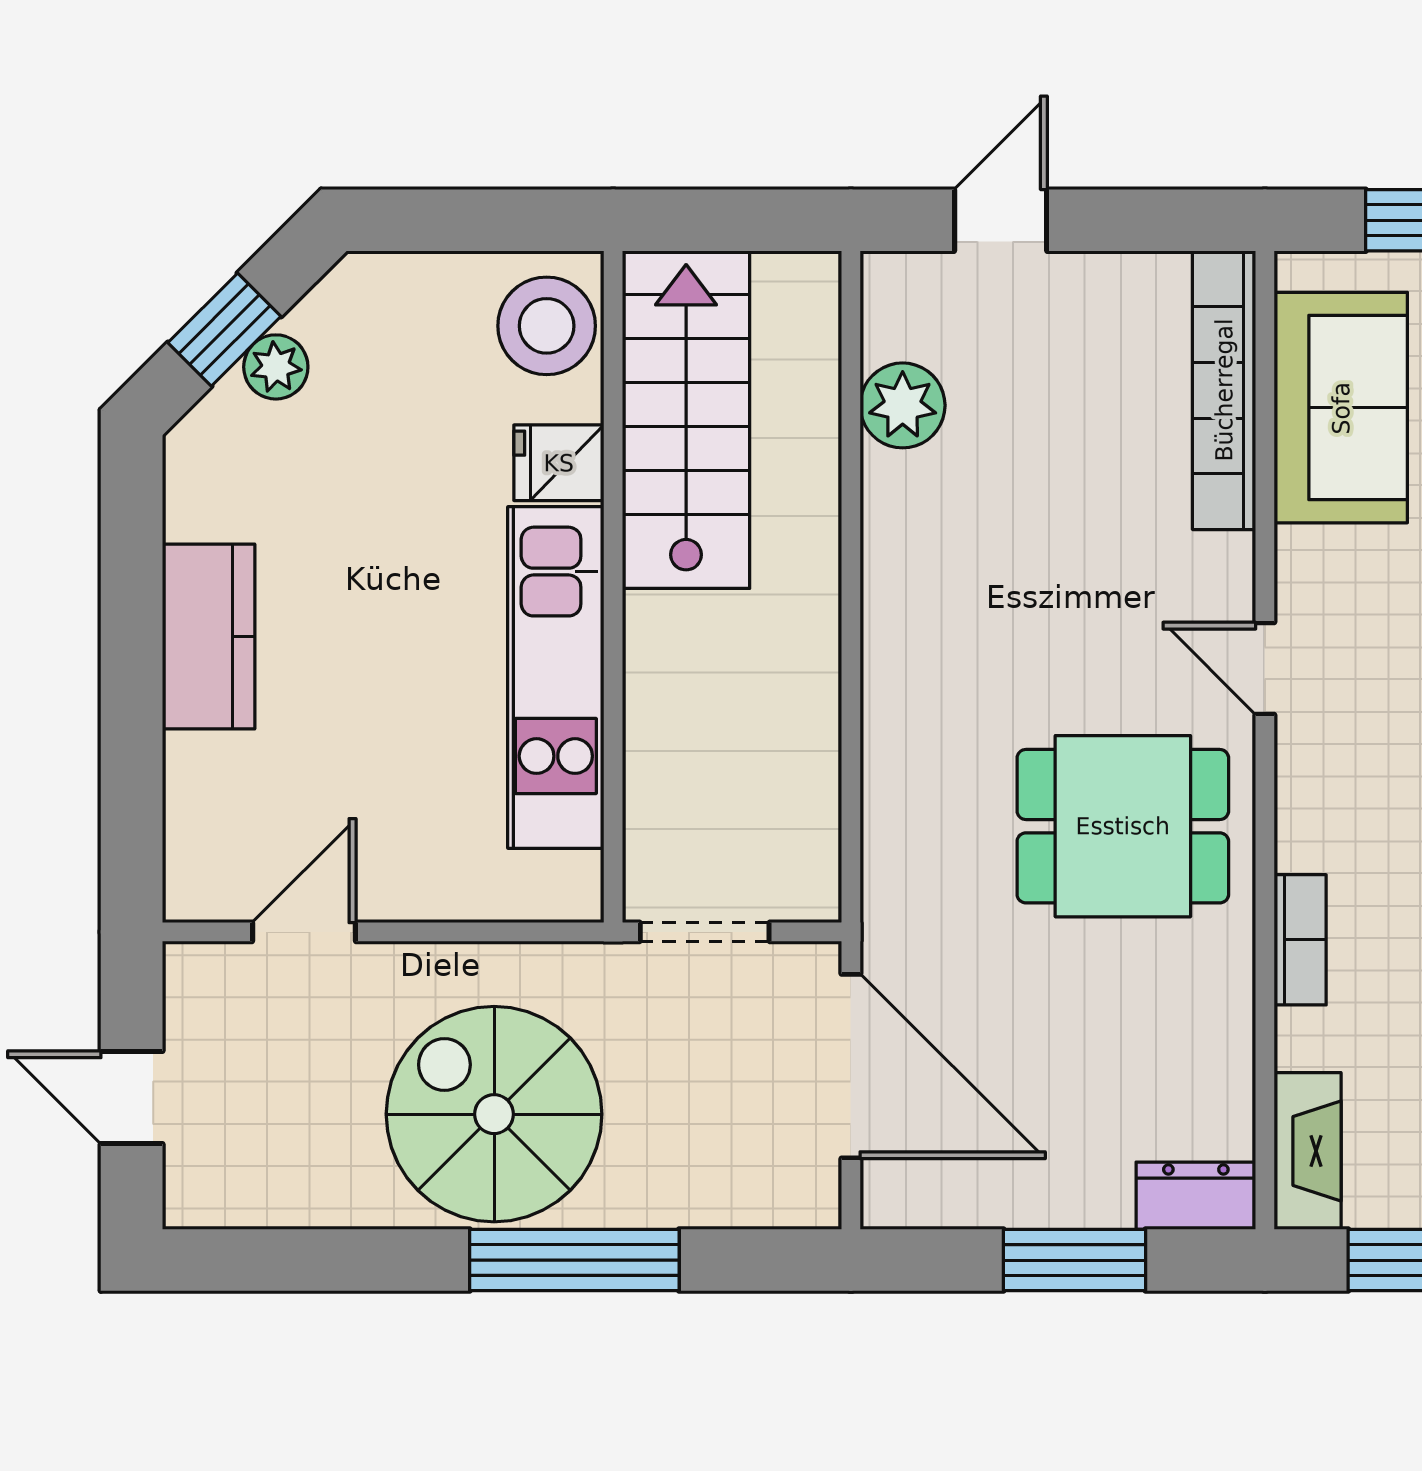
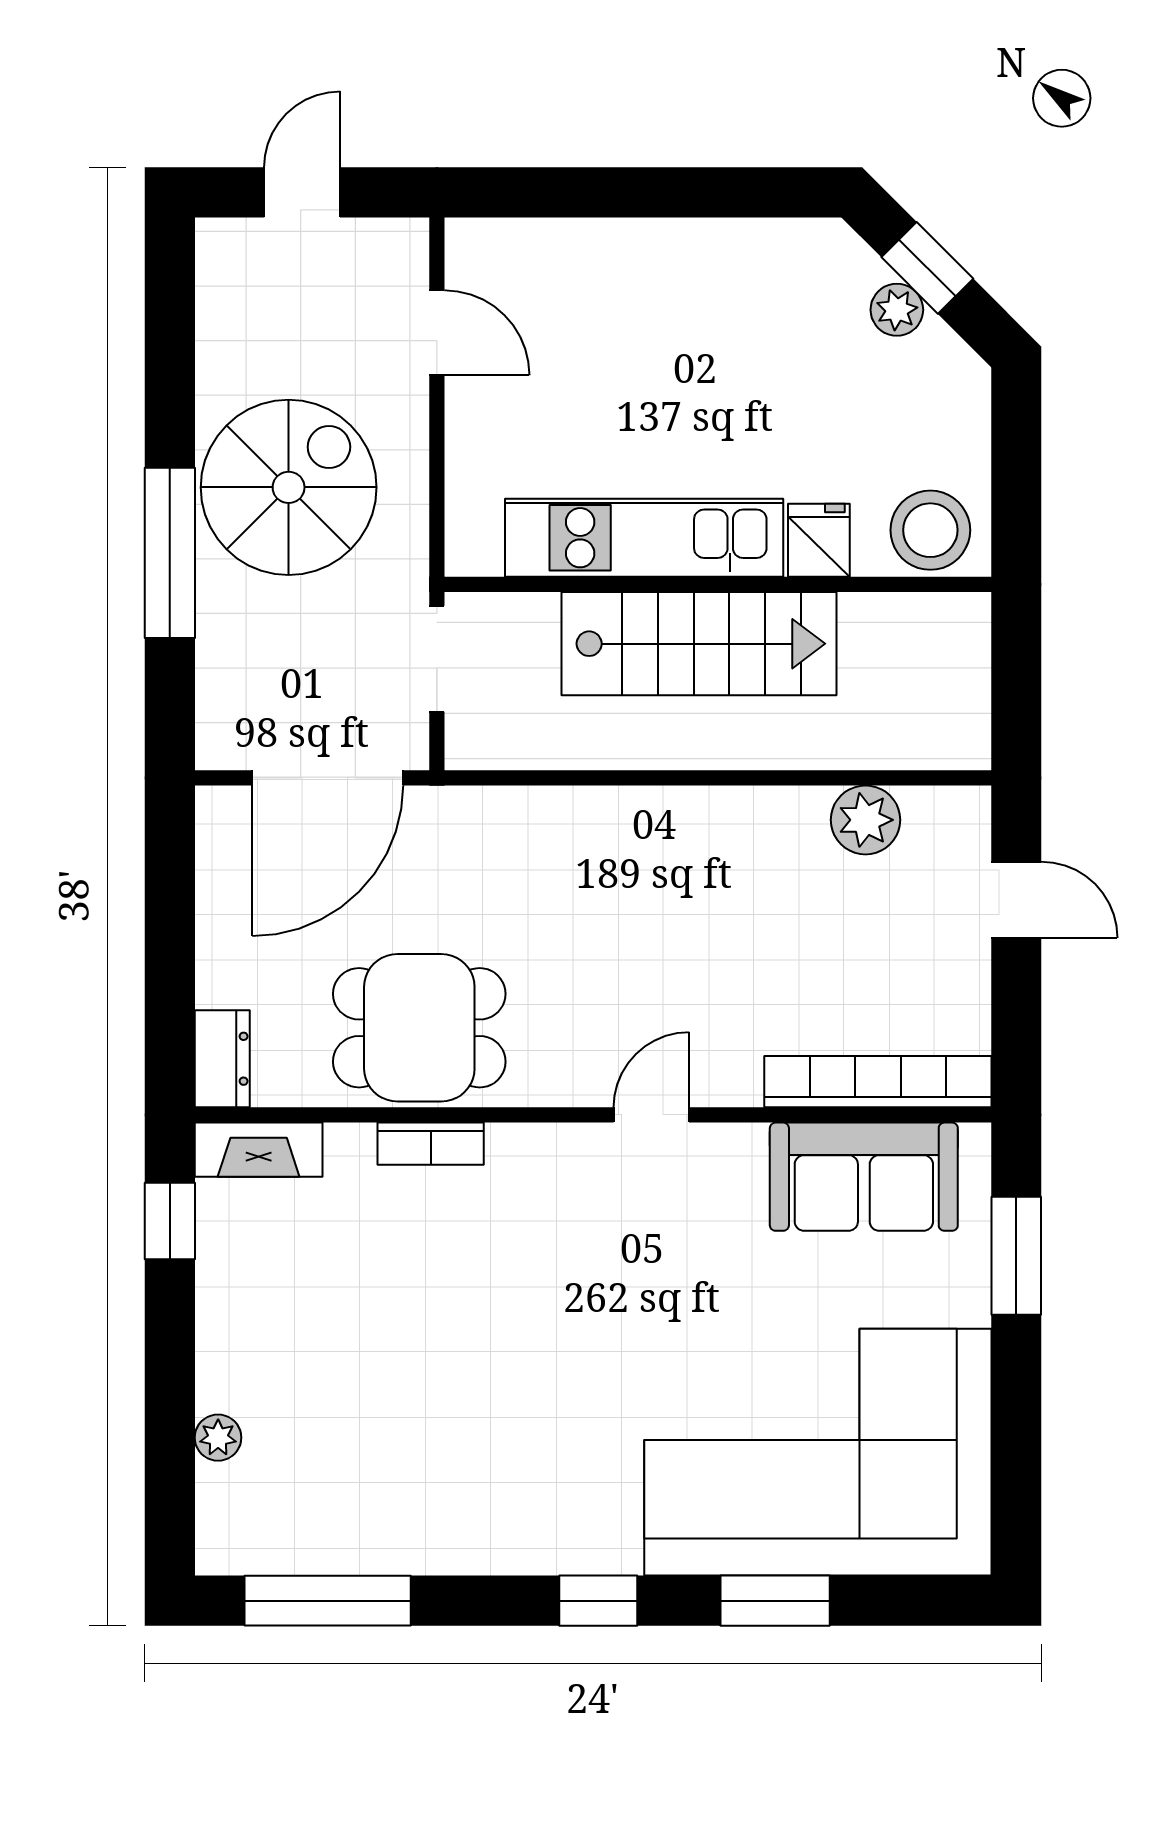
stairs: (686, 420) -> (699, 644), moved
kitchen counter: (209, 636) -> (677, 255), removed
dining table: (1123, 826) -> (419, 1028), moved, turned 90
window: (1075, 1260) -> (170, 960), removed

